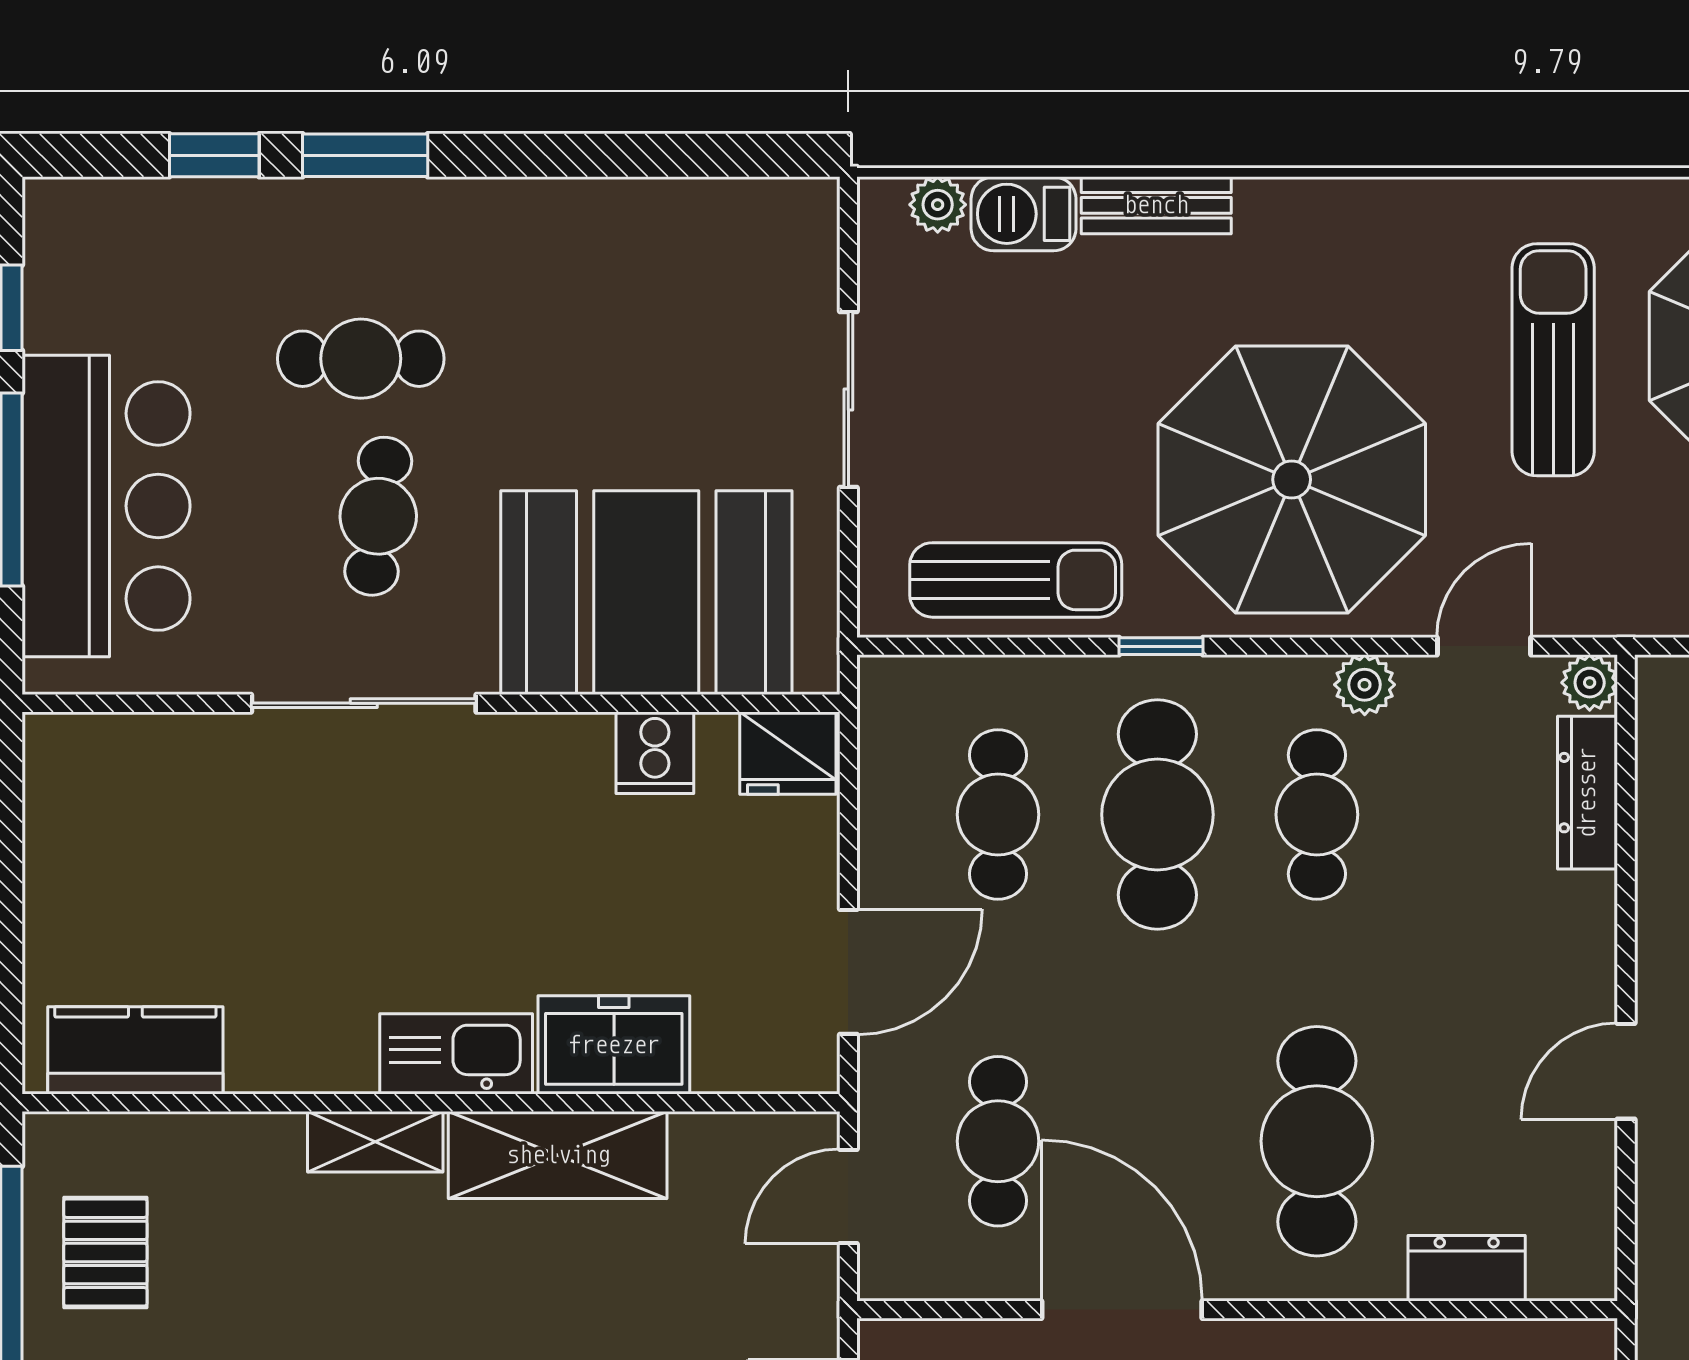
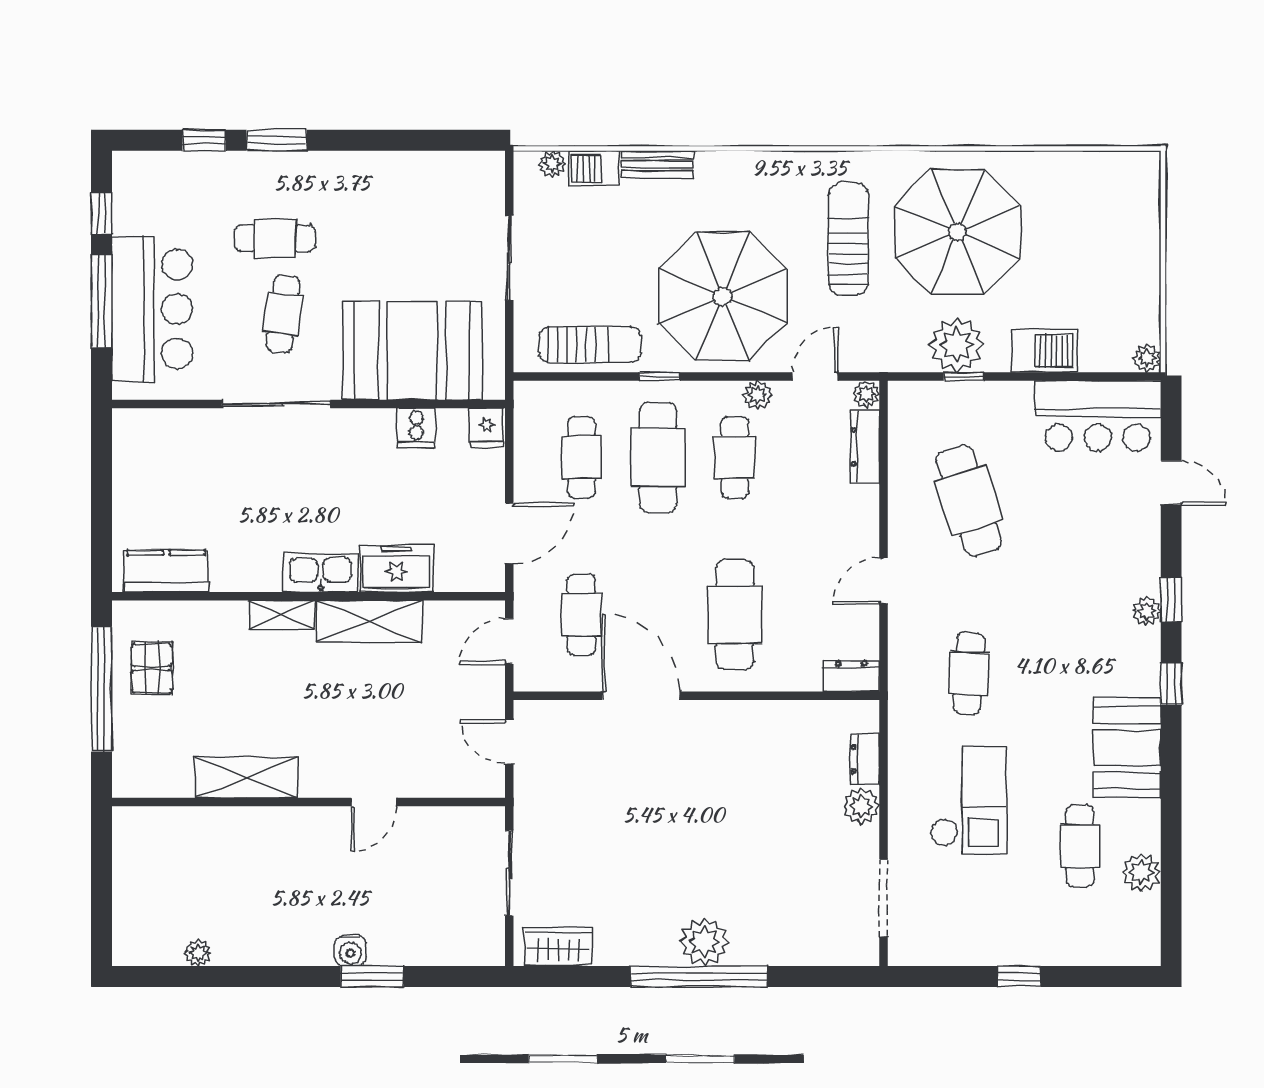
fridge: (788, 753) -> (487, 428), width x0.72
dresser: (1467, 1268) -> (851, 676), moved

